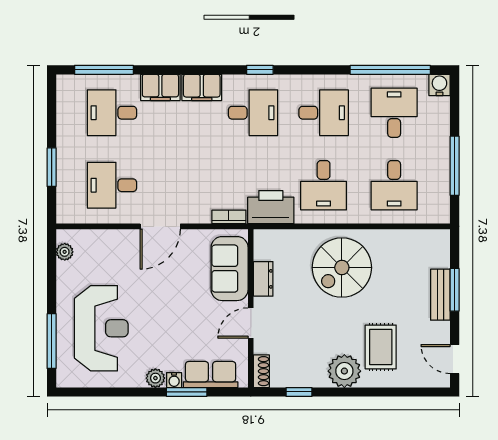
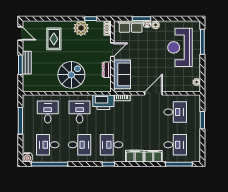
desk: (324, 113) -> (80, 145), turned 180
desk: (394, 113) -> (48, 145), turned 90
plant: (344, 371) -> (81, 28), moved

